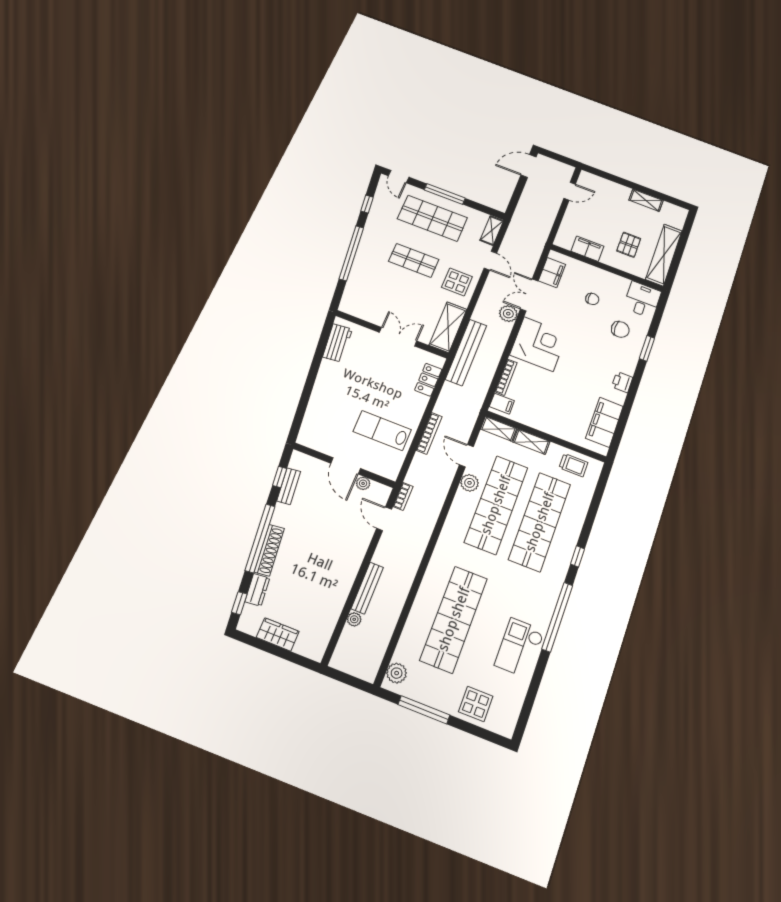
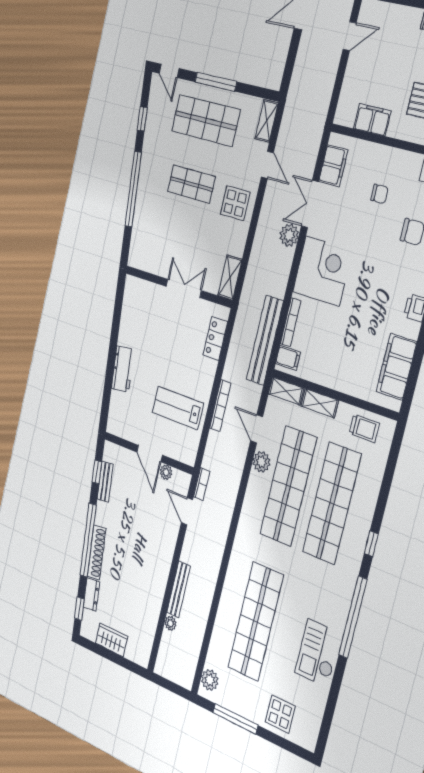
shelving: (448, 327) -> (230, 278), width x0.67, depth x0.75
workbench: (338, 343) -> (123, 369), moved
bench: (466, 352) -> (265, 340), moved

